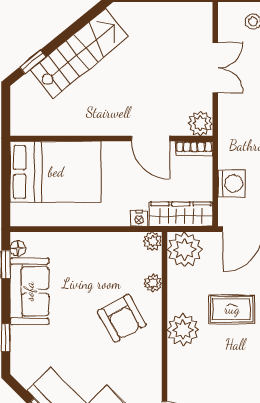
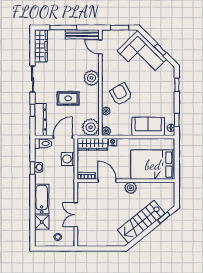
plant: (200, 124) -> (131, 188), moved
sofa: (29, 291) -> (148, 126), moved, turned 90
plant: (183, 330) -> (91, 78), moved

